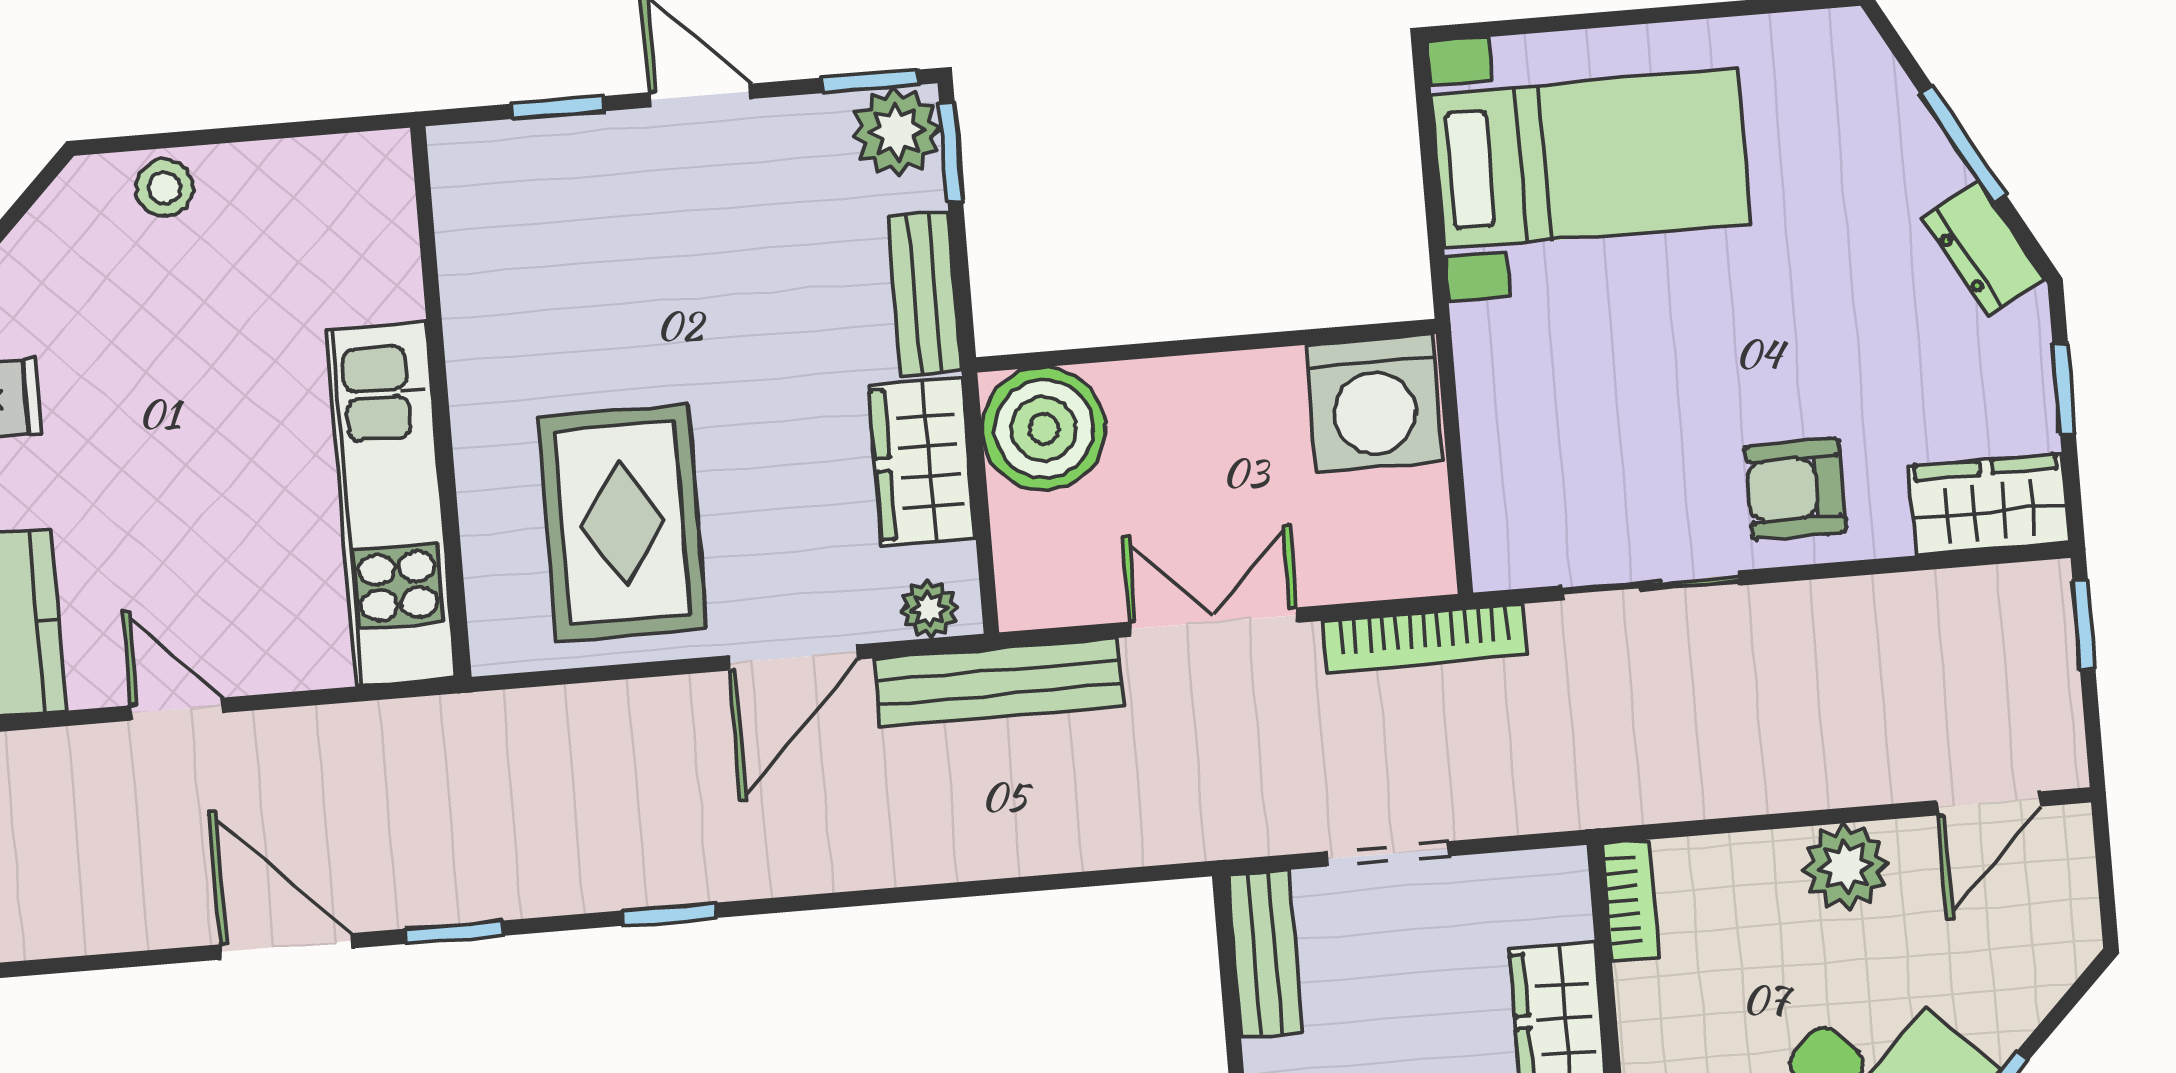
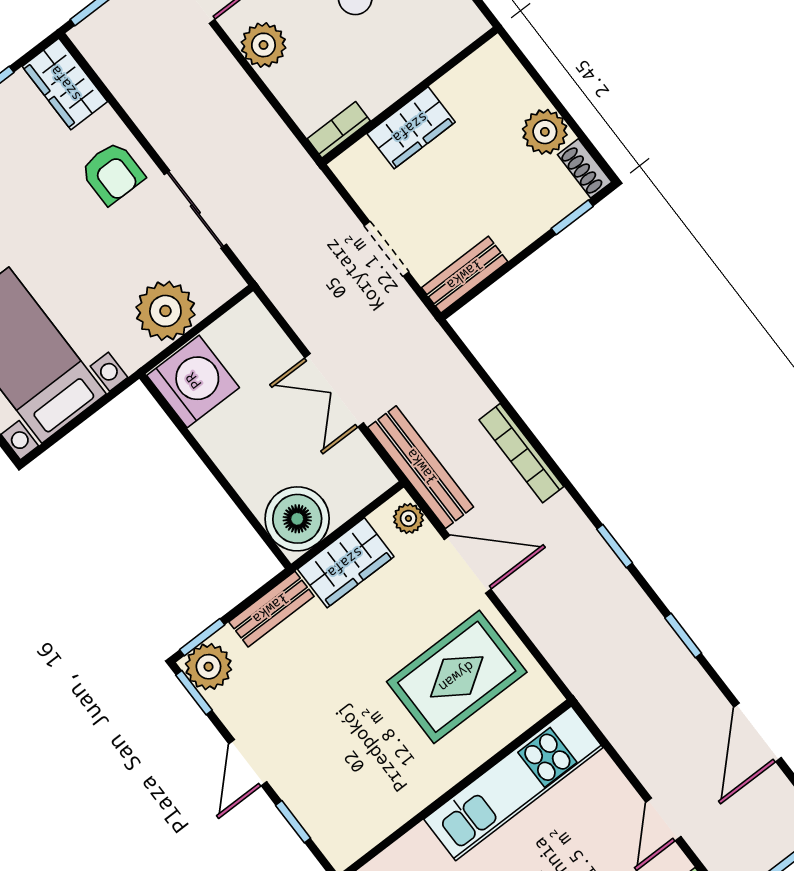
plant: (1517, 432) -> (165, 311), added
bookcase: (1425, 638) -> (521, 453), moved, turned 180
door: (286, 946) -> (757, 732), moved

